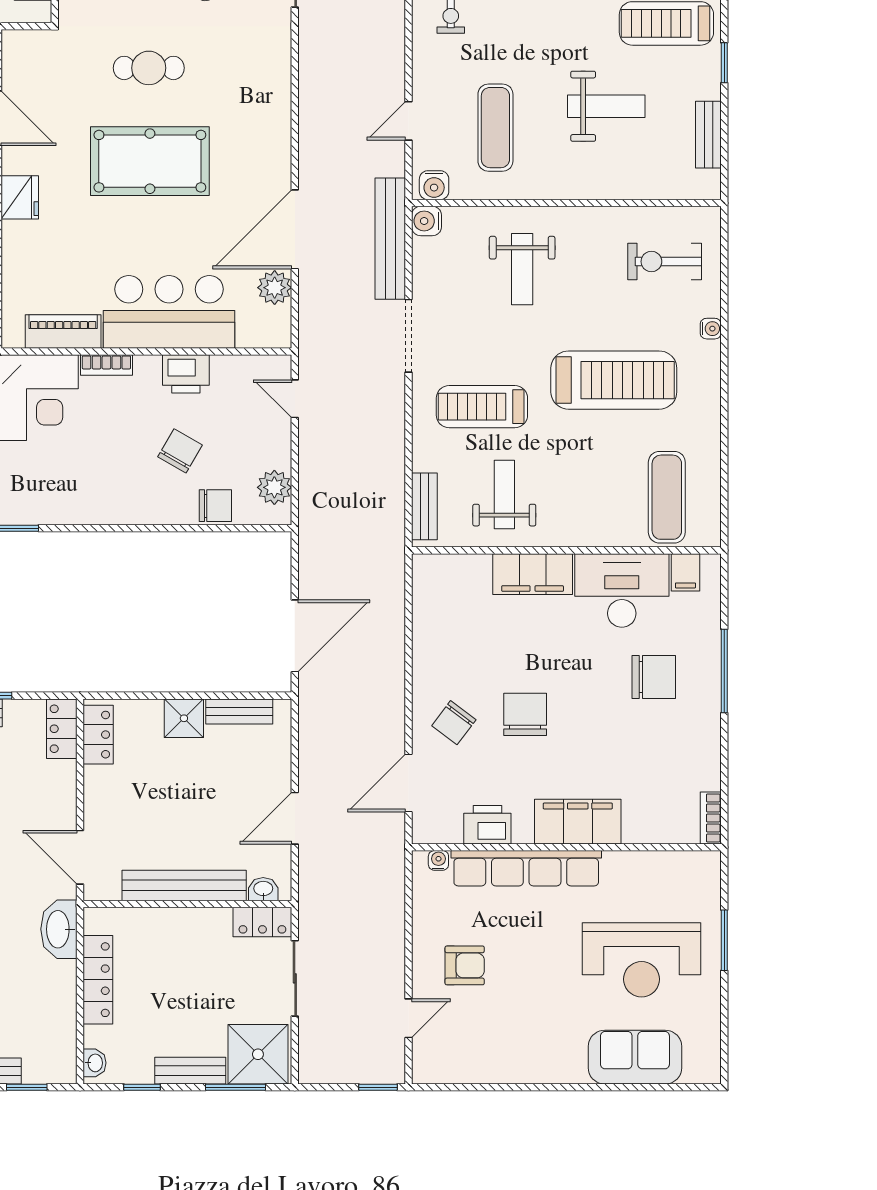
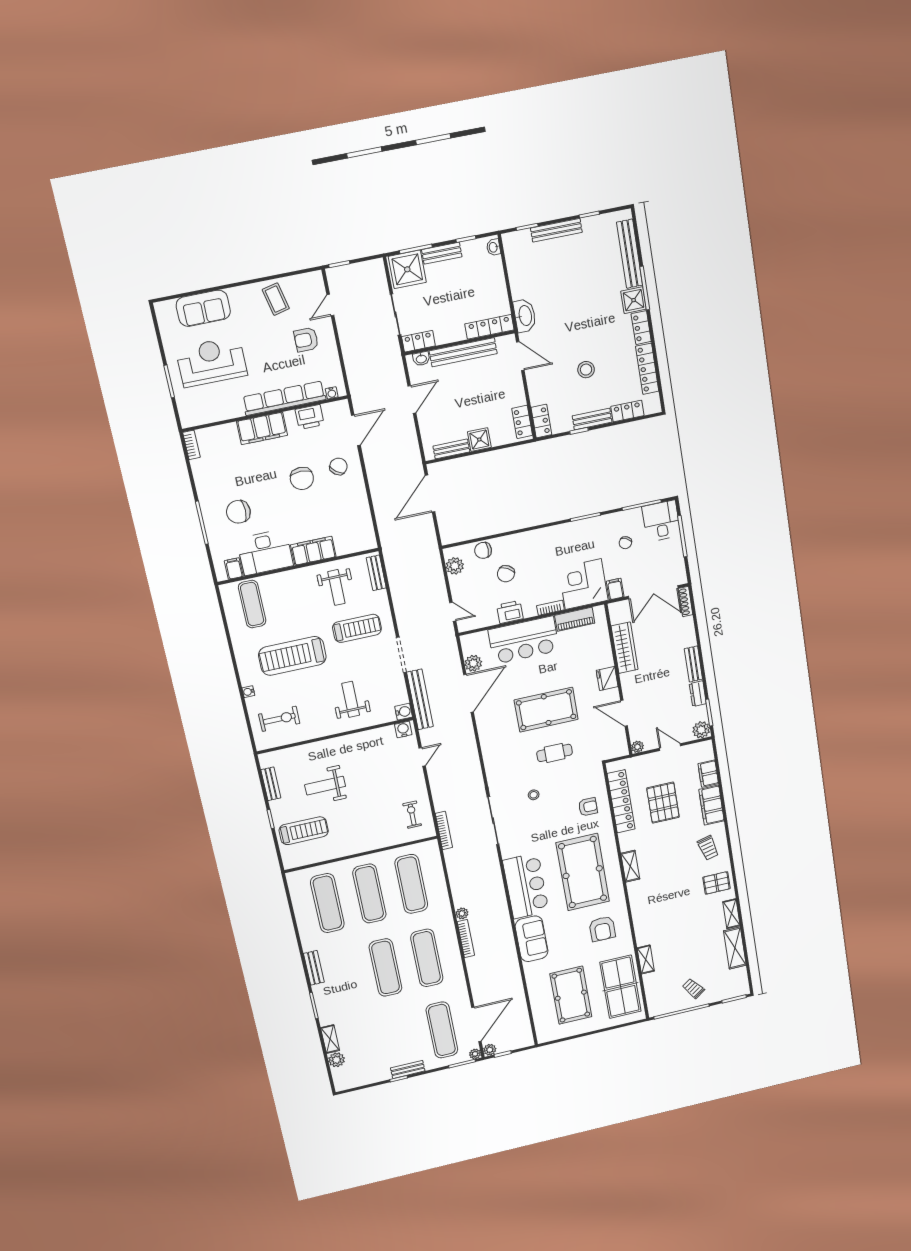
exercise mat: (495, 128) -> (378, 763), removed
locker: (98, 980) -> (489, 327), moved, turned 90
coffee table: (504, 1048) -> (276, 299), added

